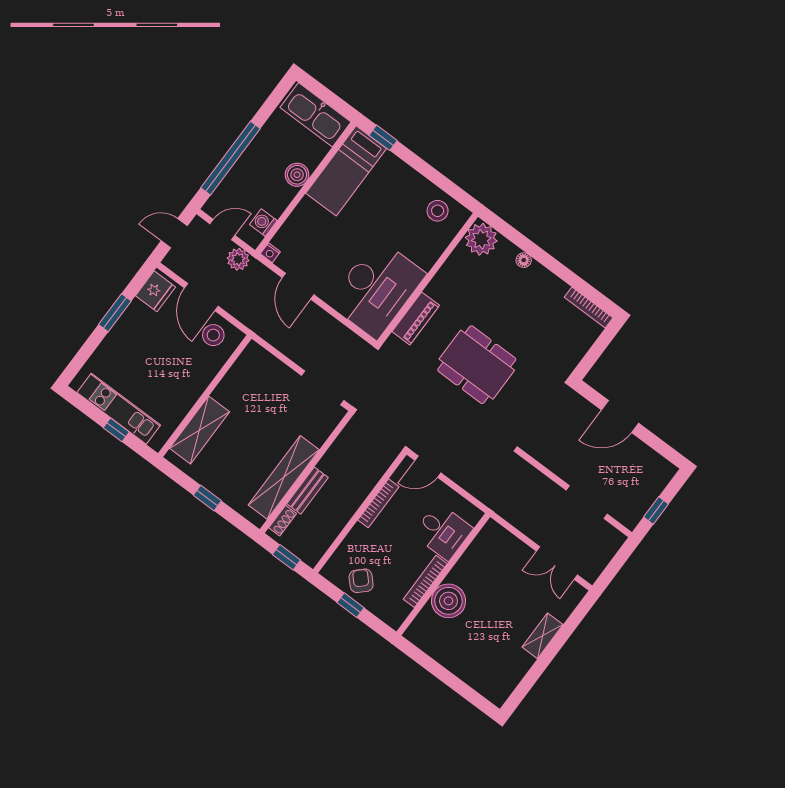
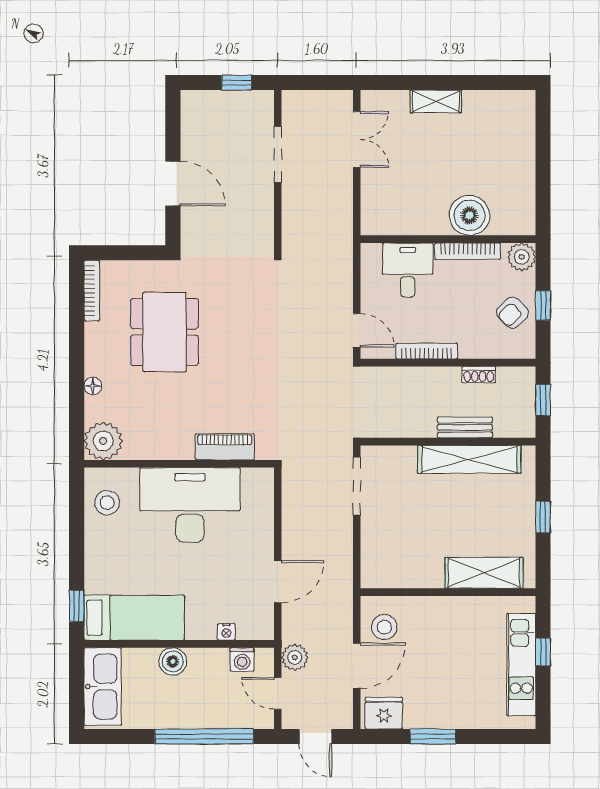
nightstand: (270, 253) -> (226, 632), moved, turned 90
desk: (377, 289) -> (190, 505), moved
dining table: (477, 365) -> (165, 332), moved
shoe rack: (283, 521) -> (479, 374), moved, turned 180
plant: (394, 615) -> (522, 257), added

